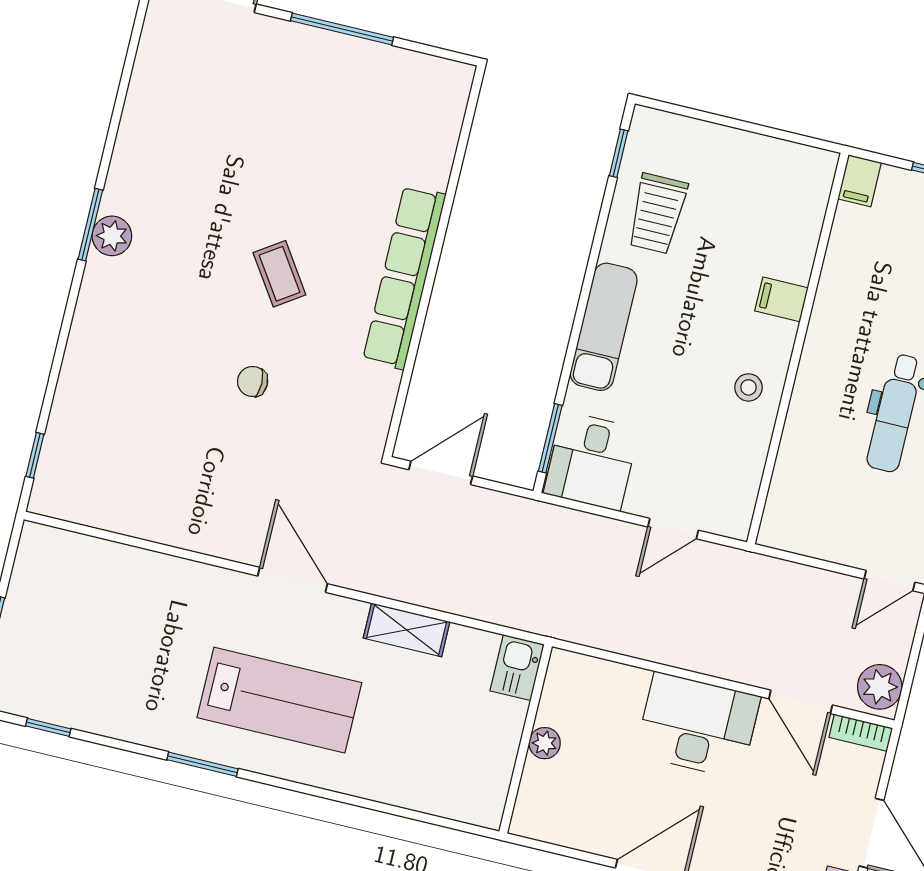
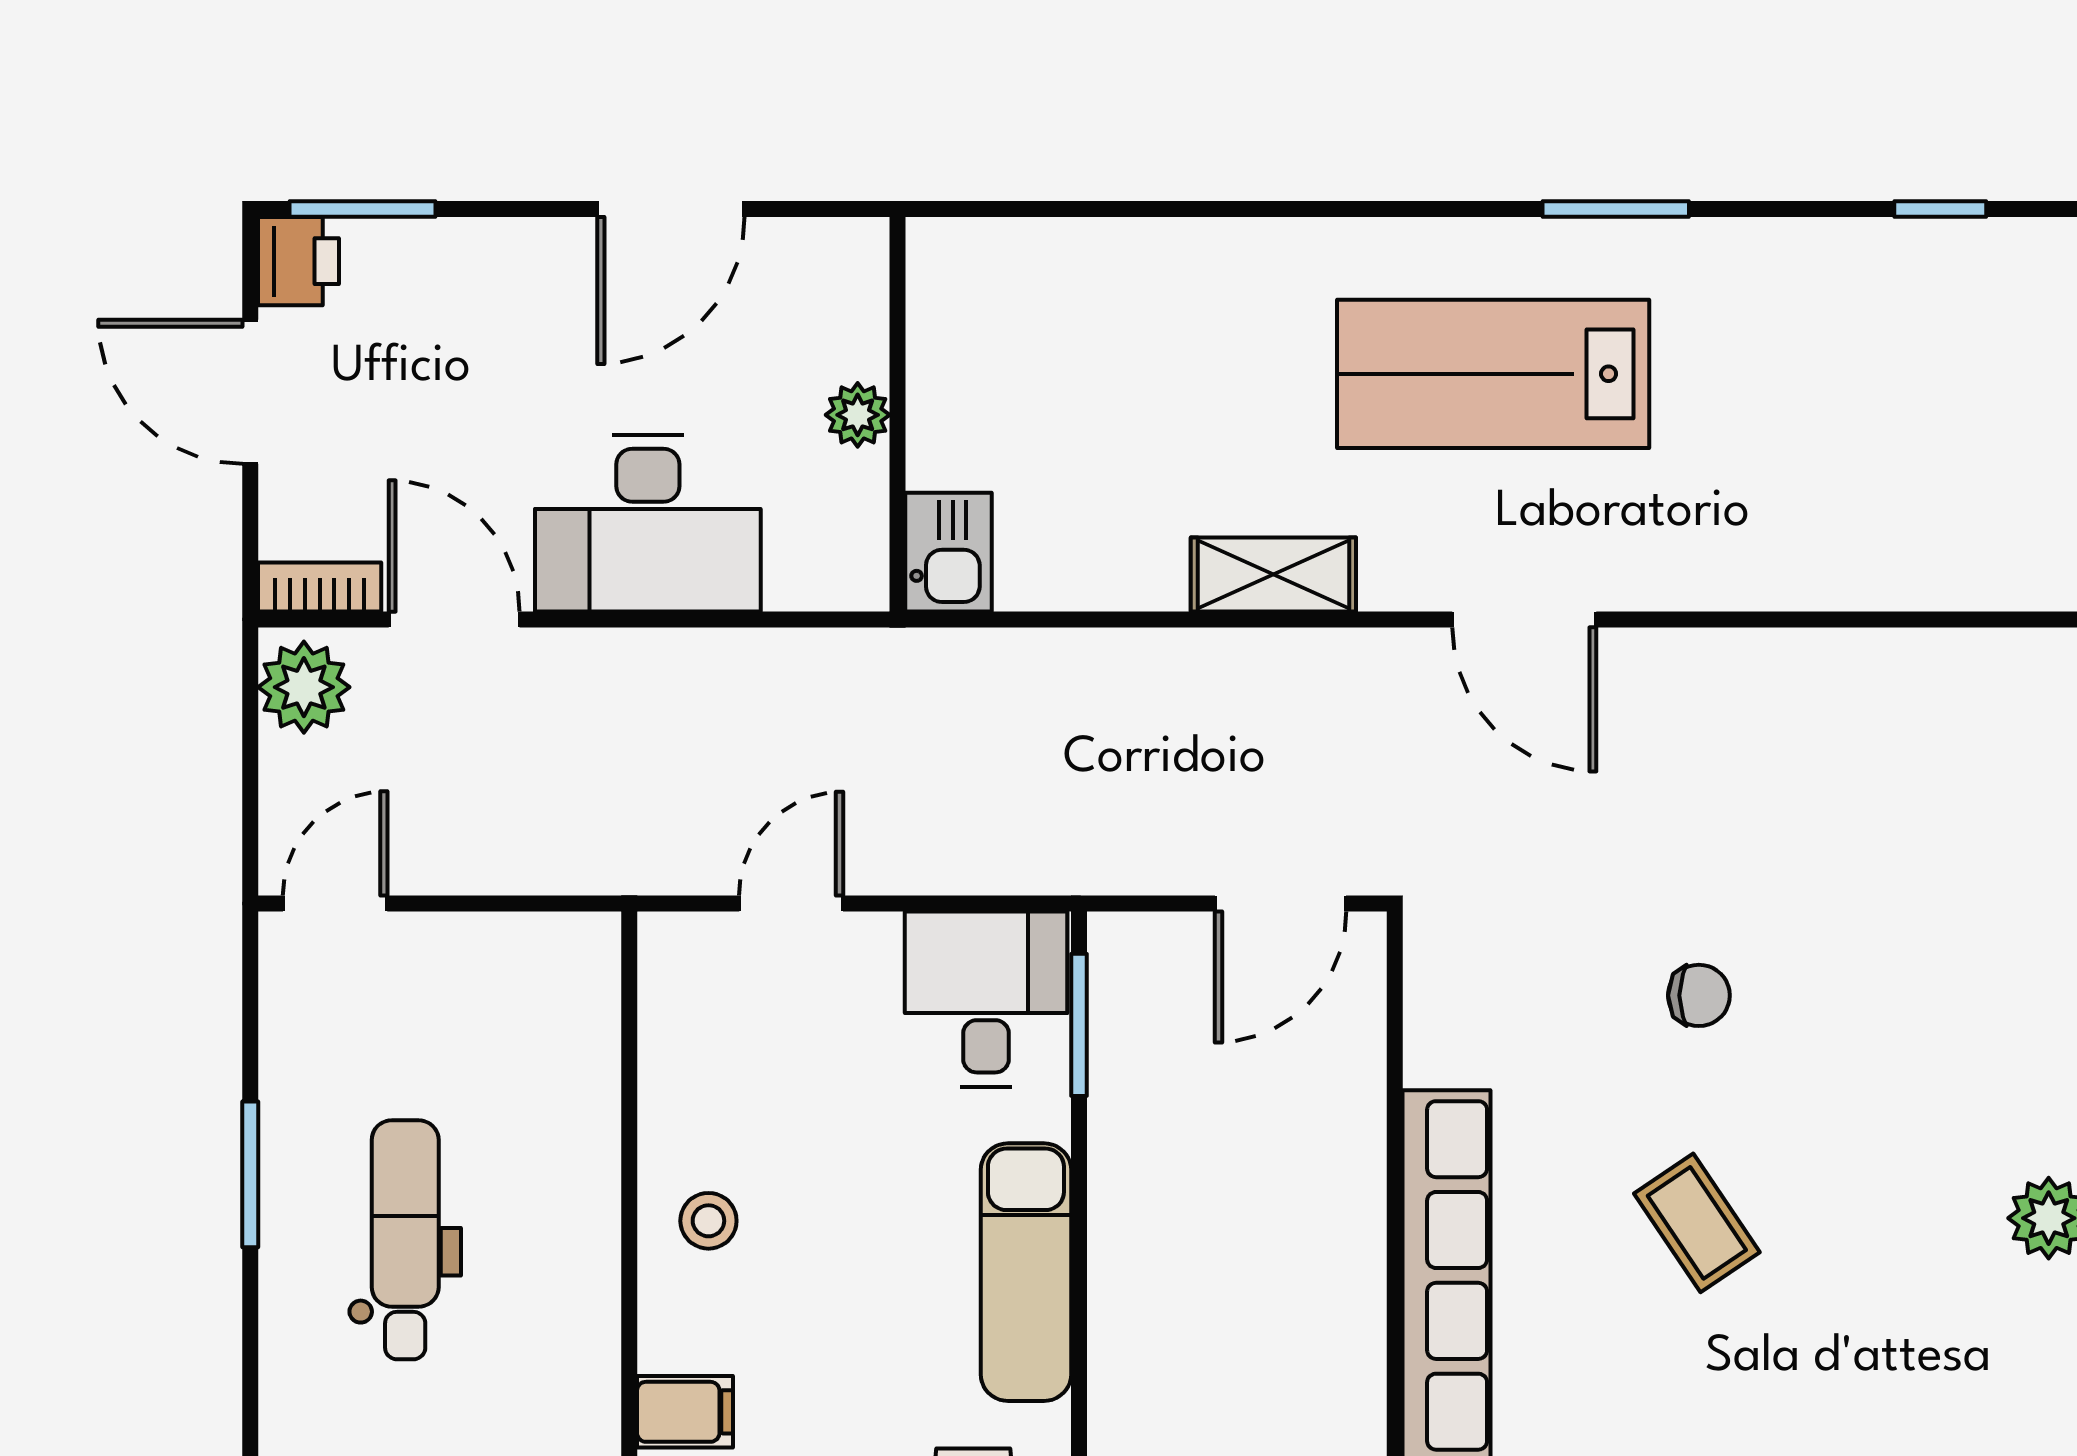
kitchen sink: (517, 668) -> (948, 552), moved
wall: (526, 739) -> (897, 414), moved
plant: (545, 743) -> (858, 415), moved

